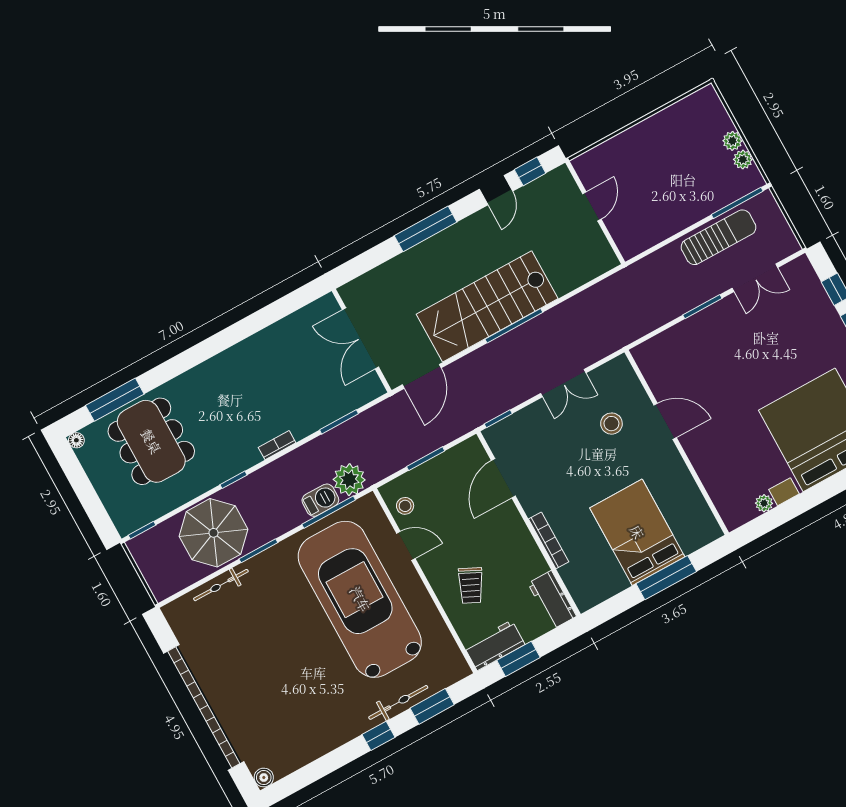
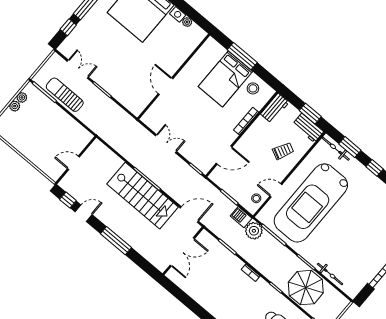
stool: (611, 424) -> (253, 88), moved
barbecue: (320, 500) -> (241, 217), moved
door: (406, 546) -> (276, 190), hinge flipped
bicycle: (398, 702) -> (336, 149), moved

